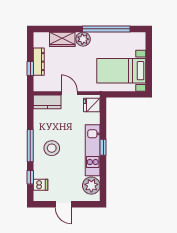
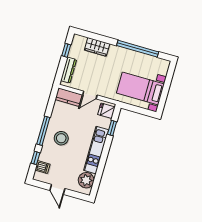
plant: (83, 39) -> (115, 52), removed
dresser: (39, 62) -> (68, 70), moved
window: (30, 69) -> (66, 50), moved
door: (69, 93) -> (90, 95), swing flipped
window: (103, 147) -> (112, 128), moved

